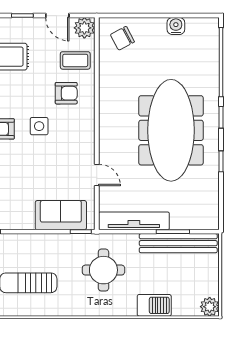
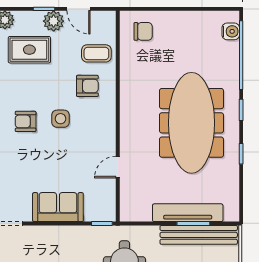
water cooler: (176, 26) -> (231, 31), moved, turned 90
plant: (84, 28) -> (54, 21), moved
chair: (122, 38) -> (143, 31), turned -152
door: (97, 175) -> (118, 167), swing flipped
sofa: (61, 215) -> (58, 207), moved
tv unit: (134, 221) -> (188, 213), moved

